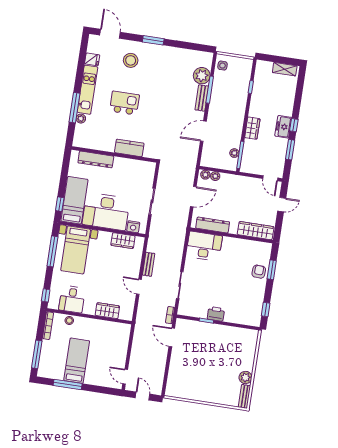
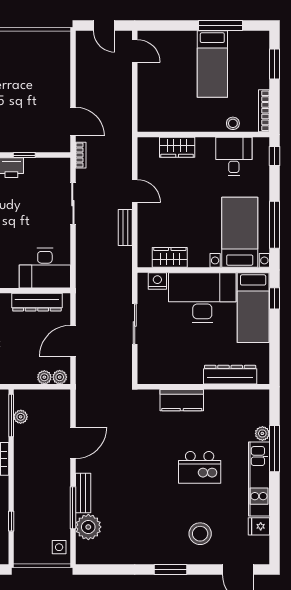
window: (37, 354) -> (275, 64), width x0.69

